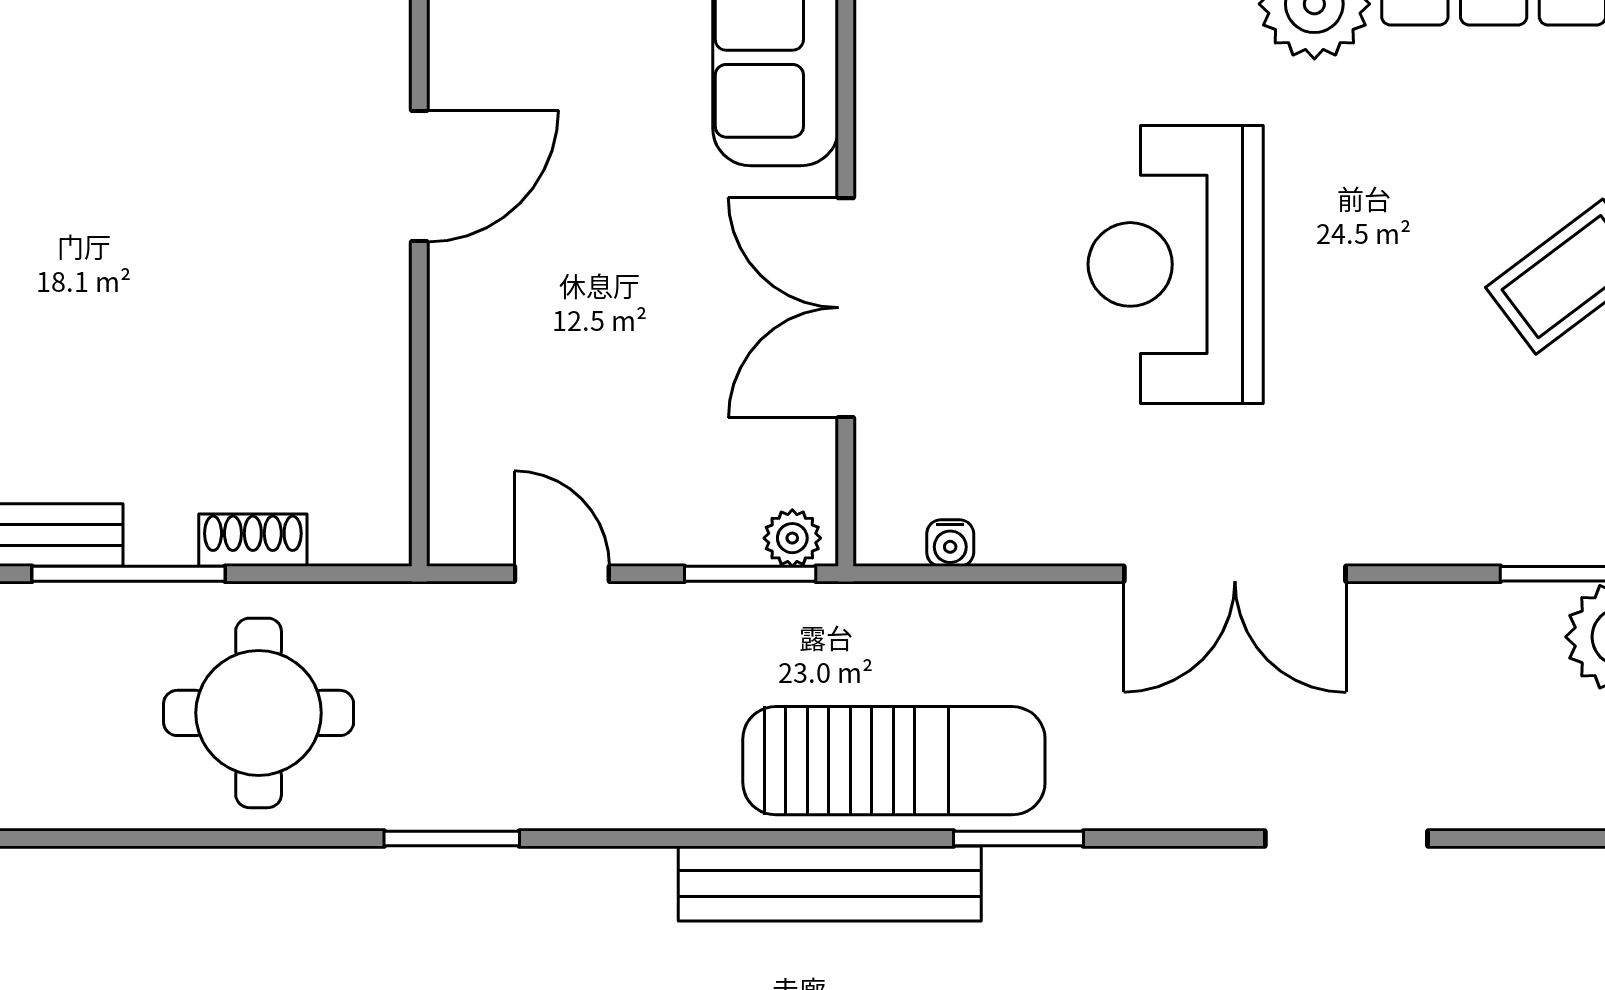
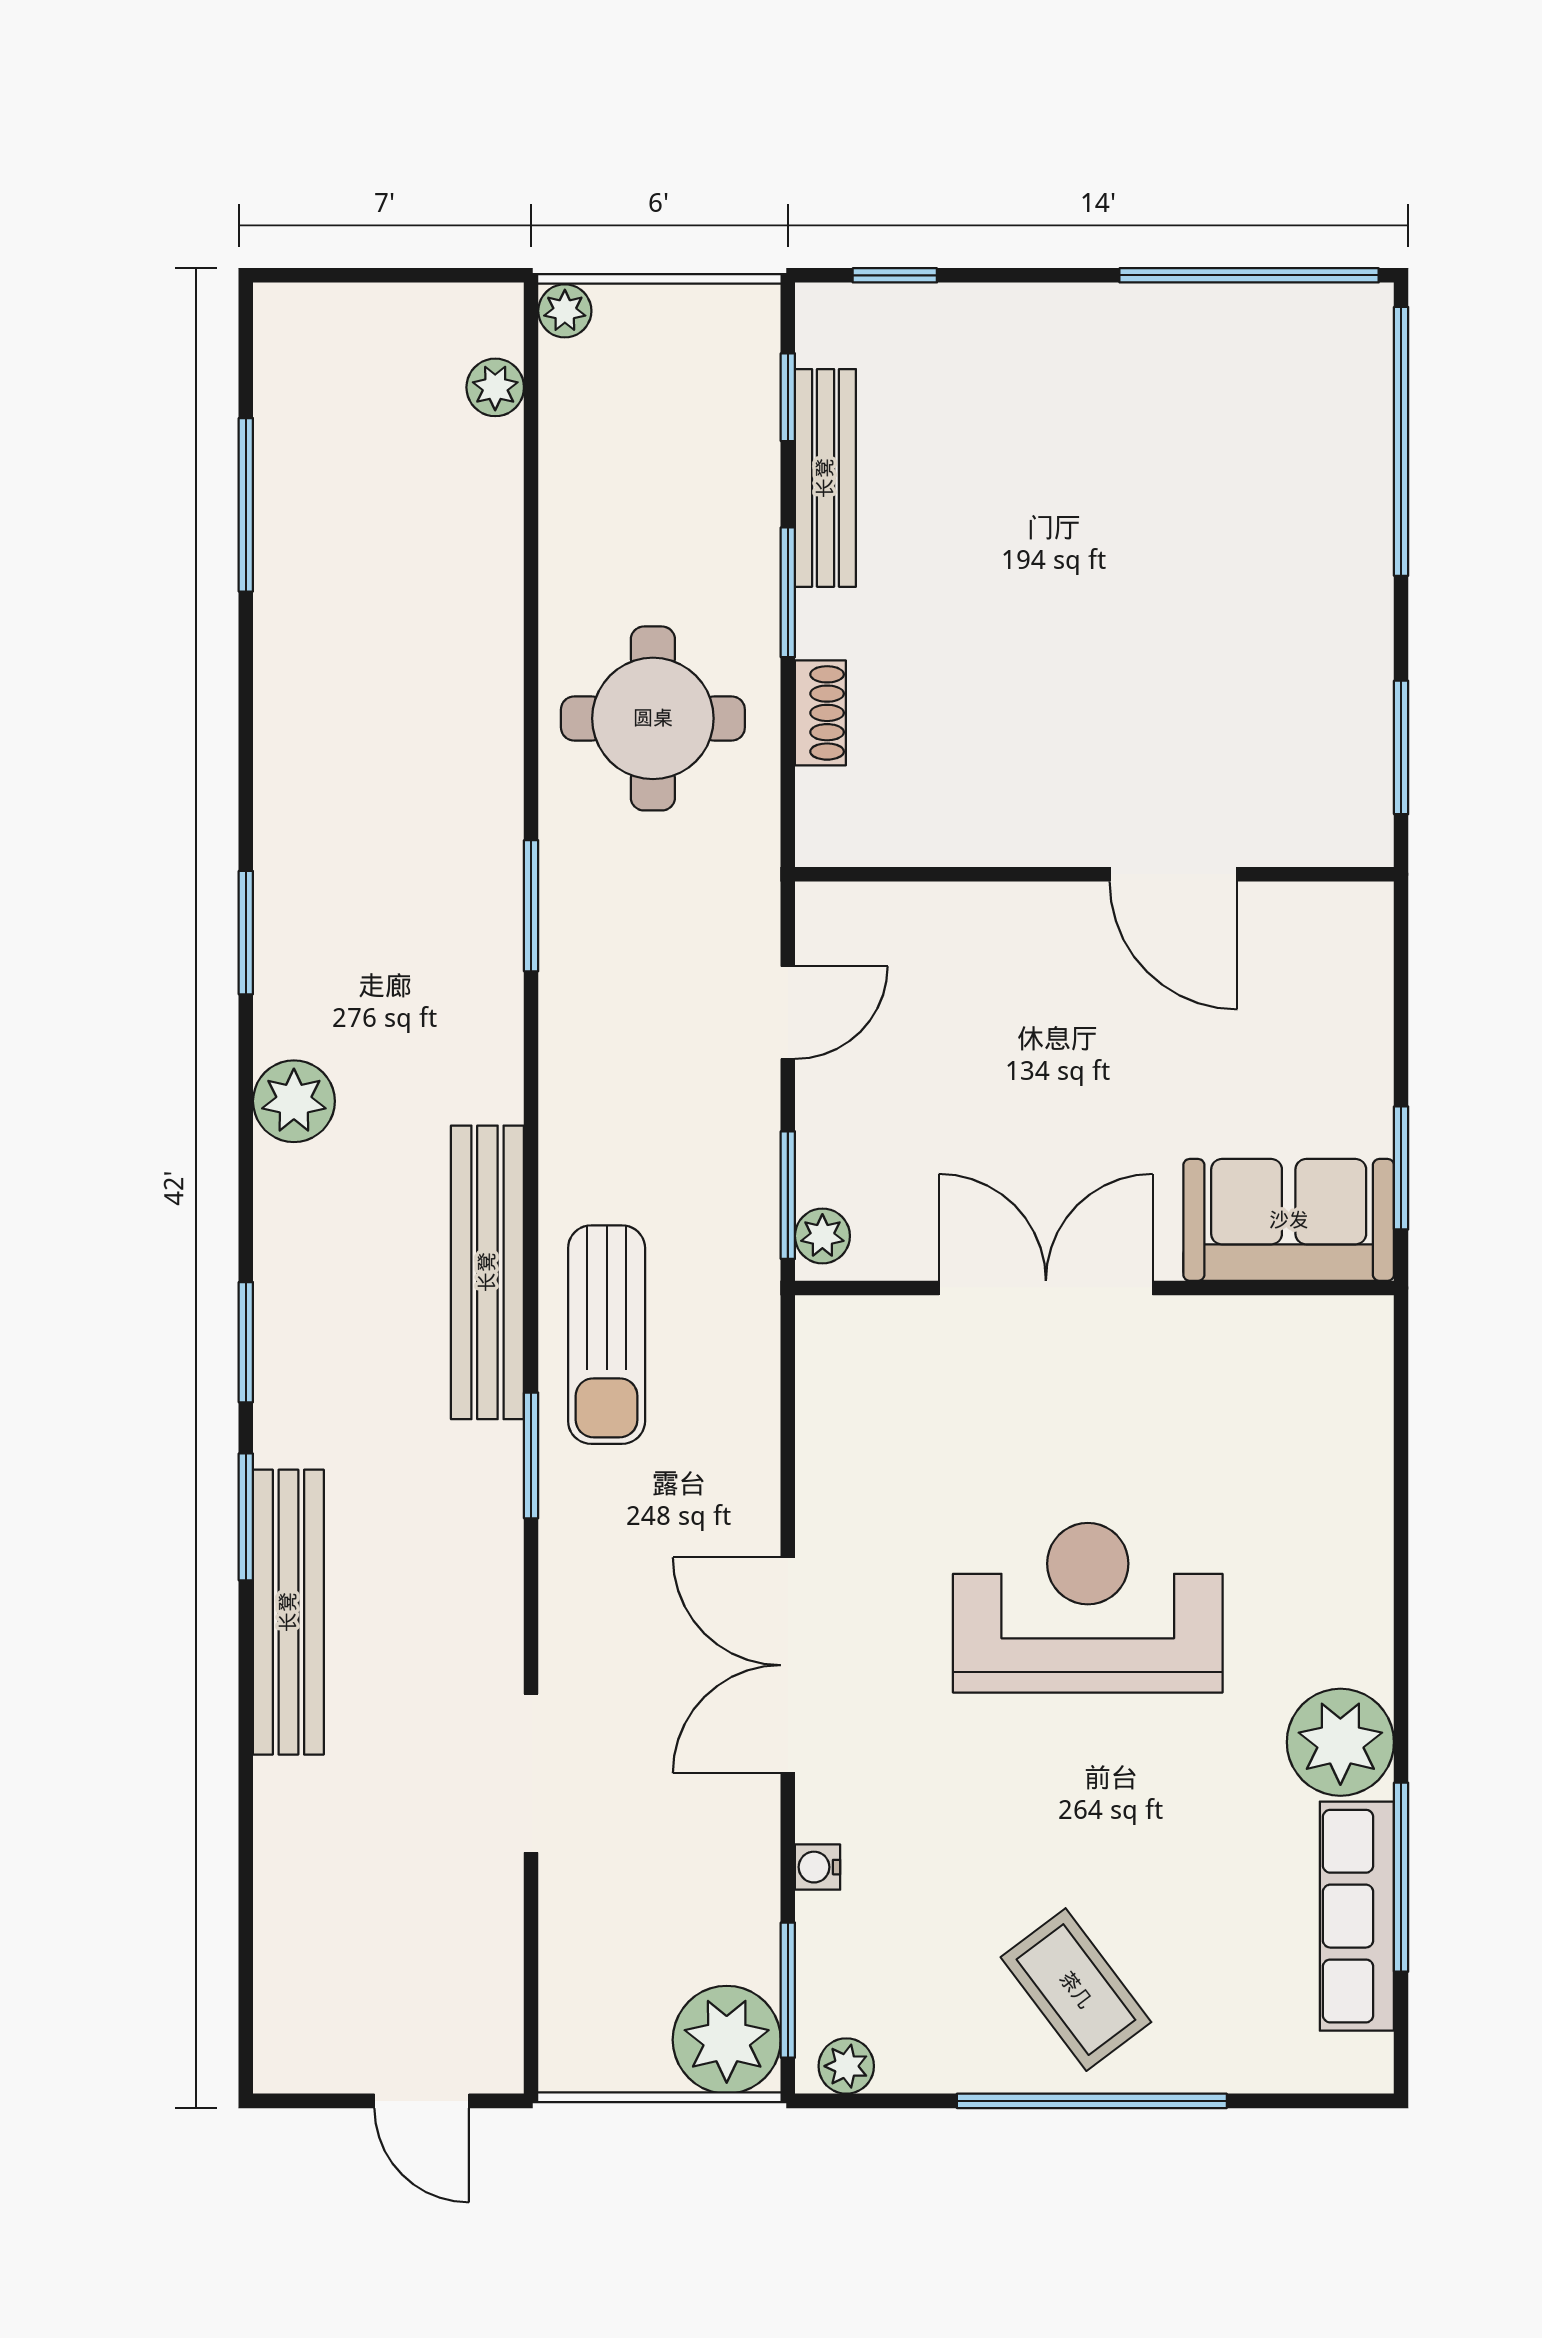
water cooler: (950, 543) -> (818, 1867), moved
window: (128, 574) -> (788, 592), width x0.69
sun lounger: (894, 761) -> (607, 1335), width x0.73, depth x0.75

